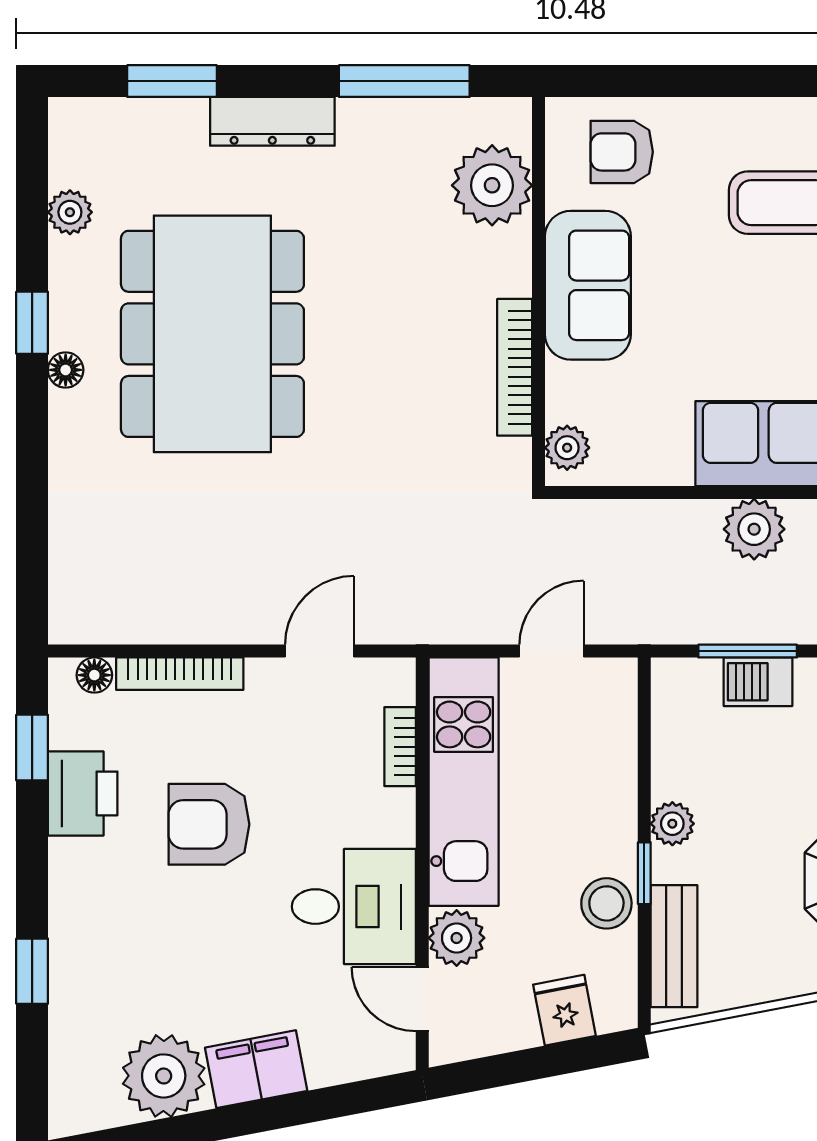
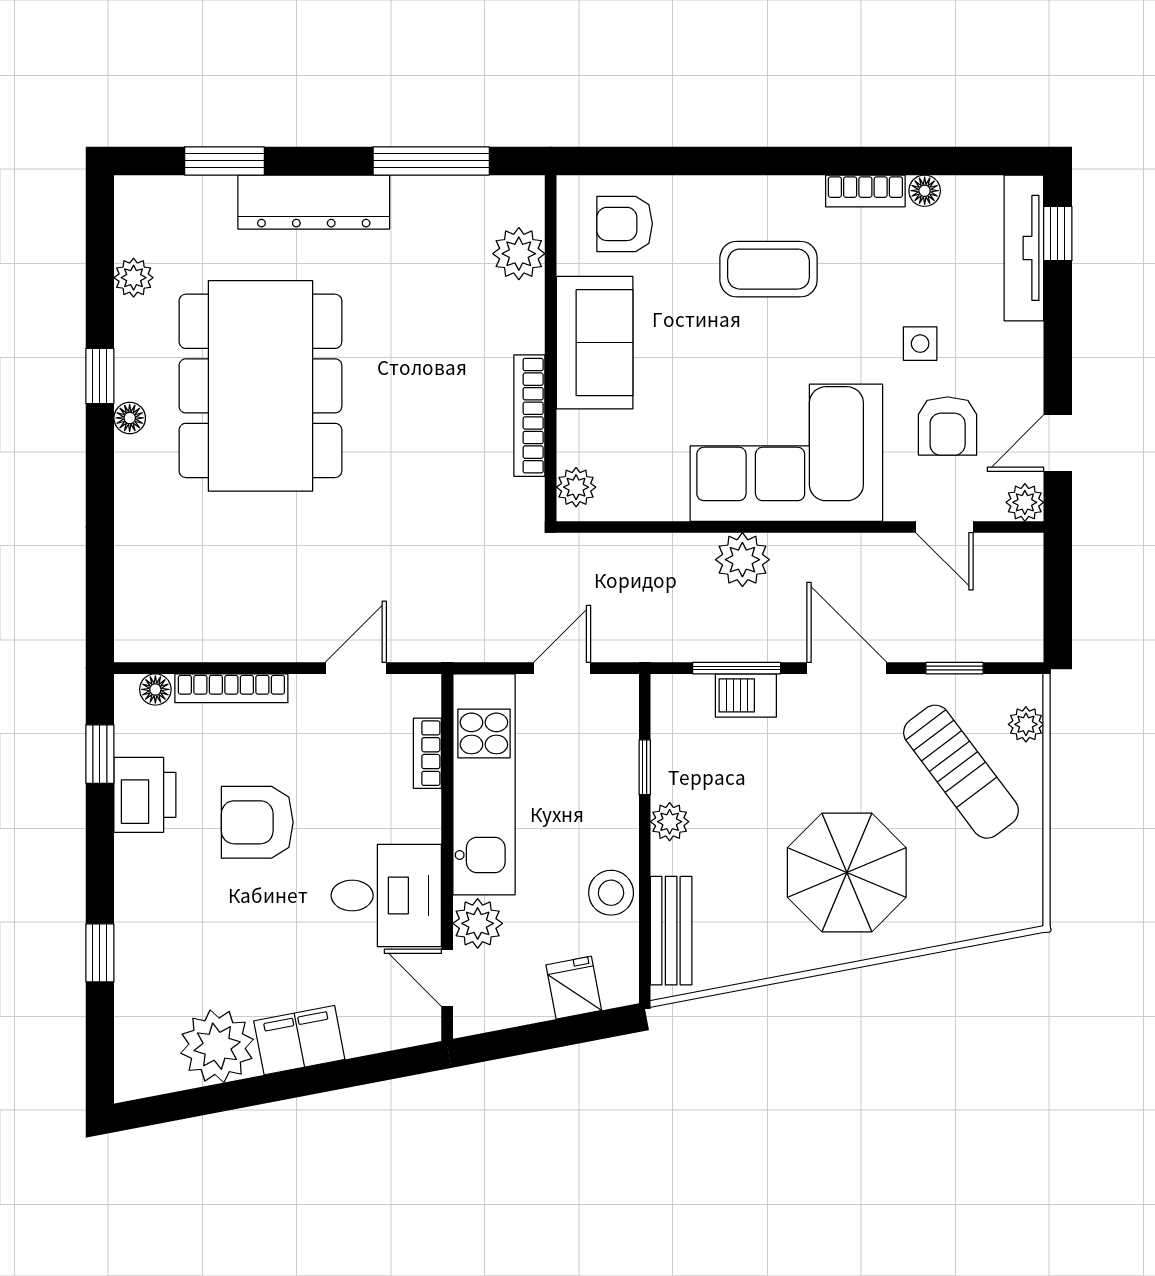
dresser: (272, 121) -> (314, 202), width x1.37, depth x1.24
plant: (492, 185) -> (519, 254), width x0.73, depth x0.73
window: (644, 873) -> (645, 767), moved

